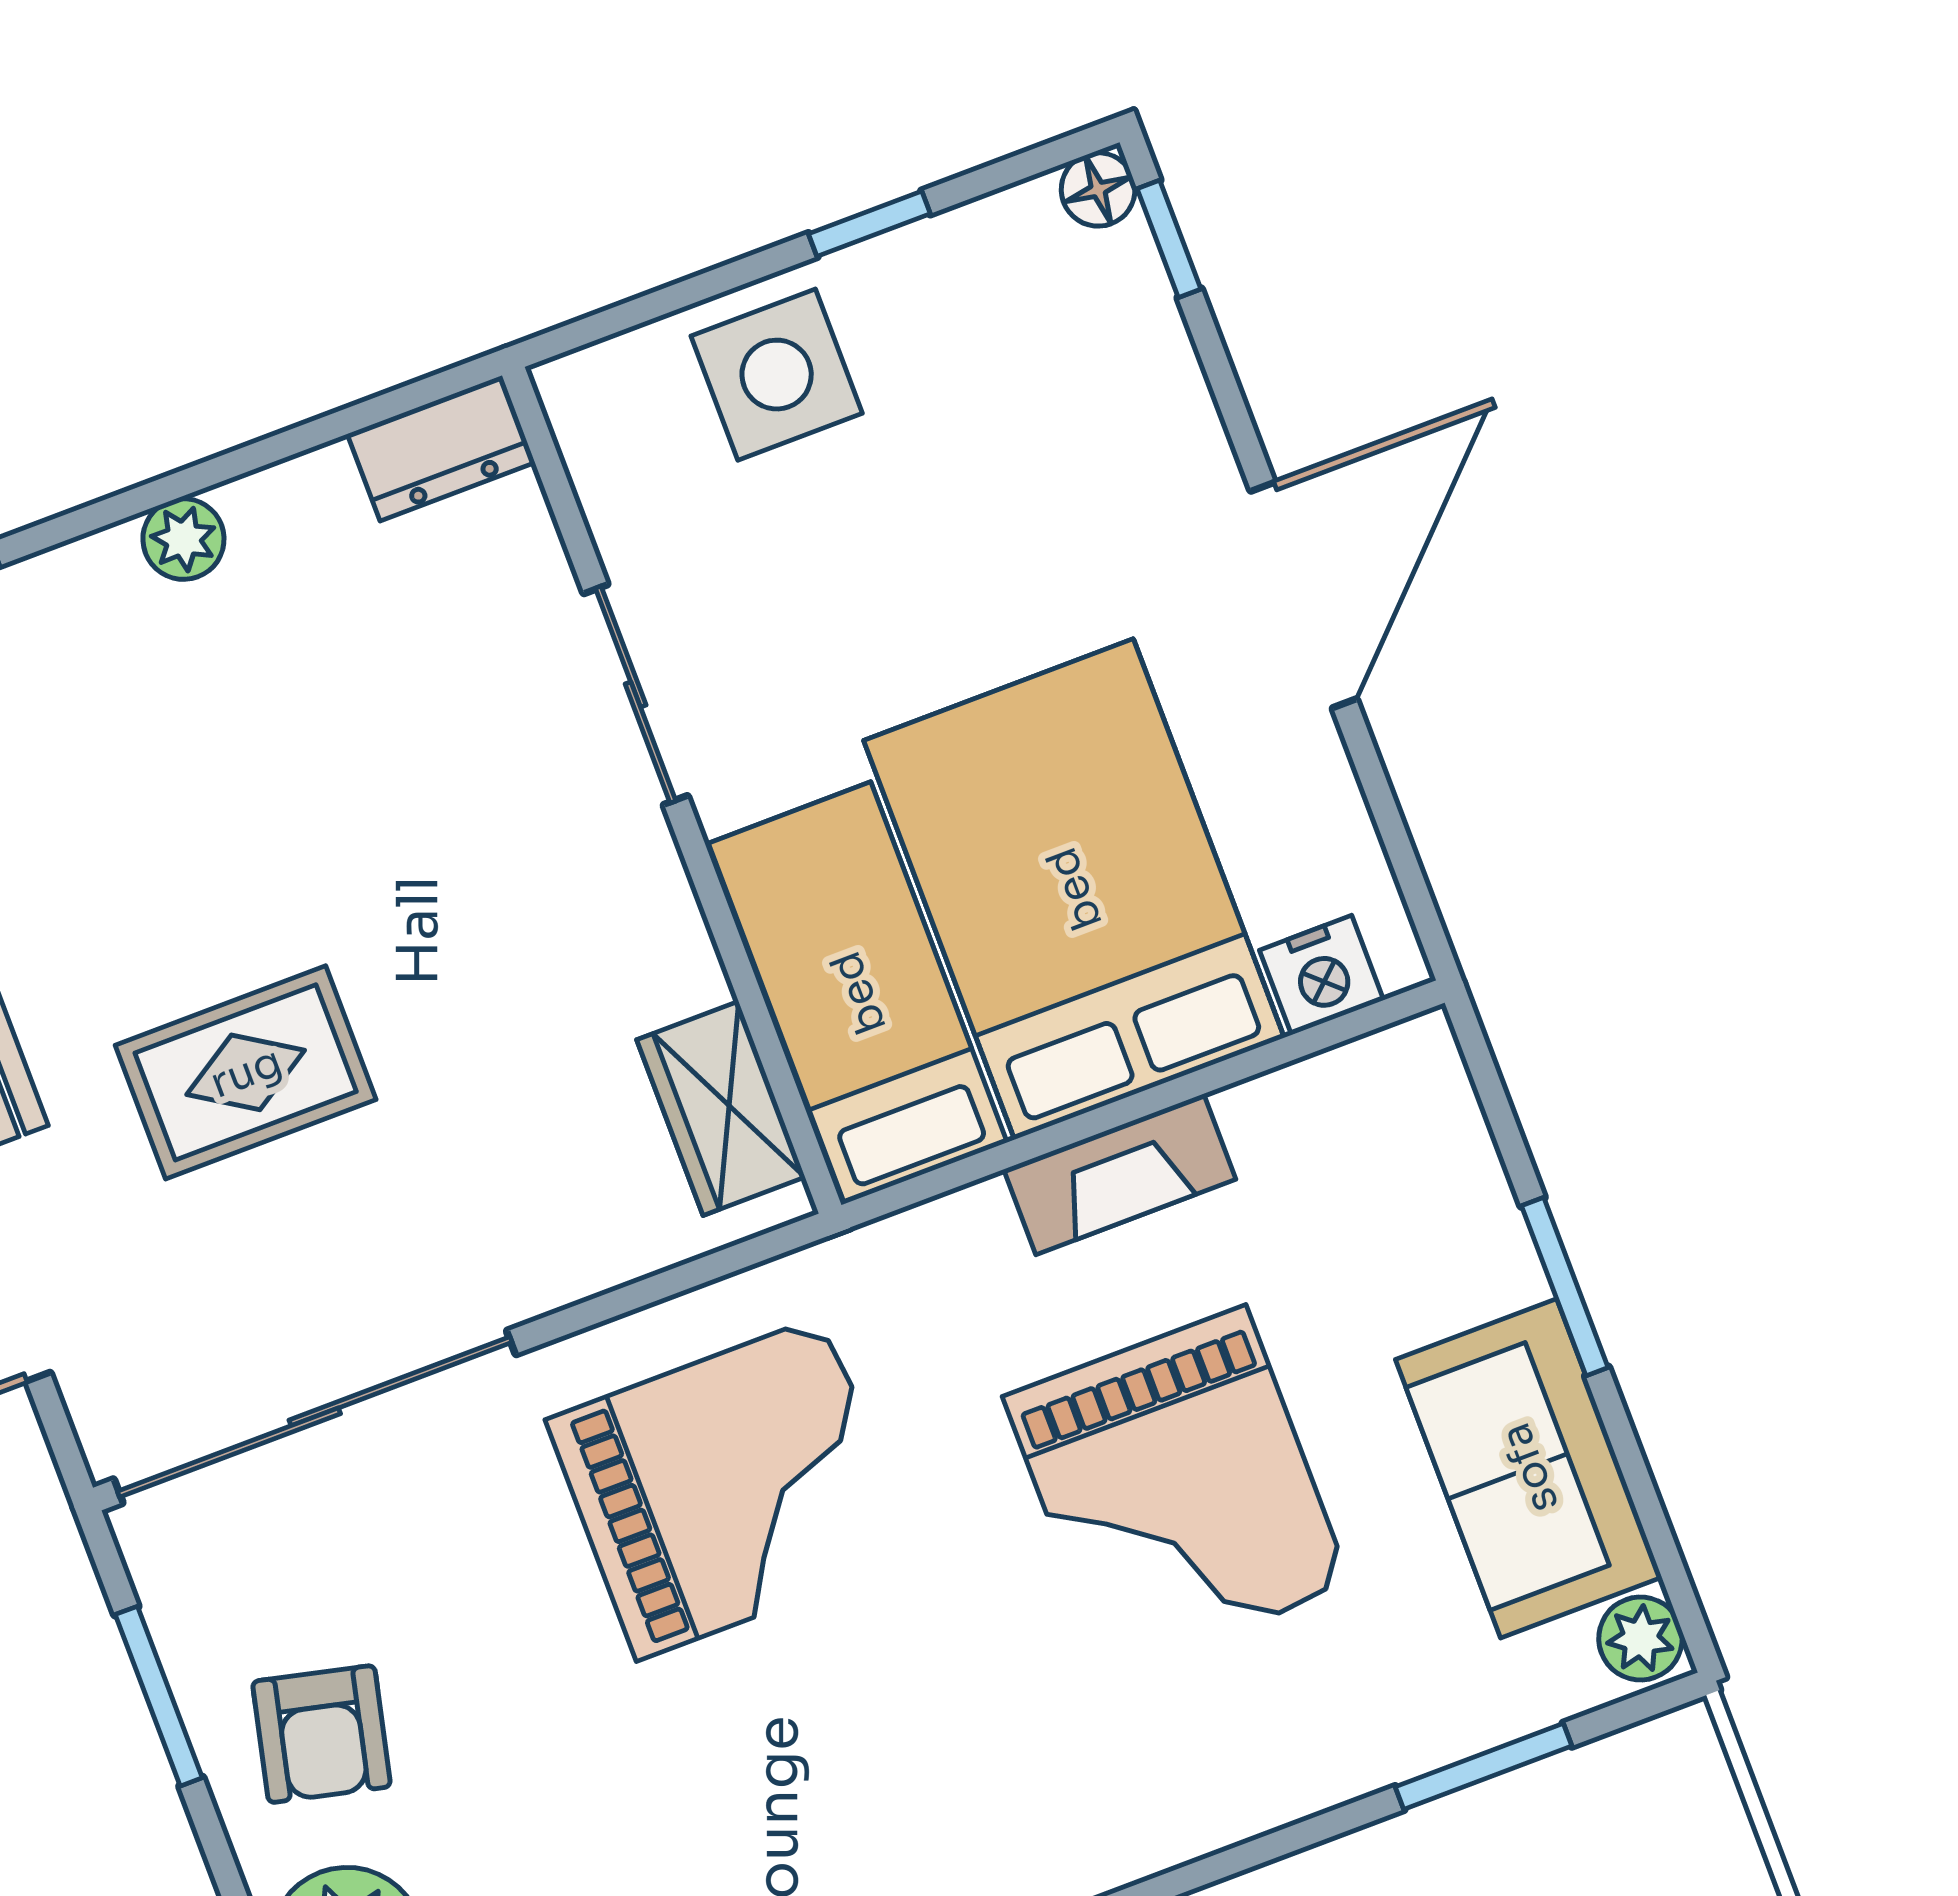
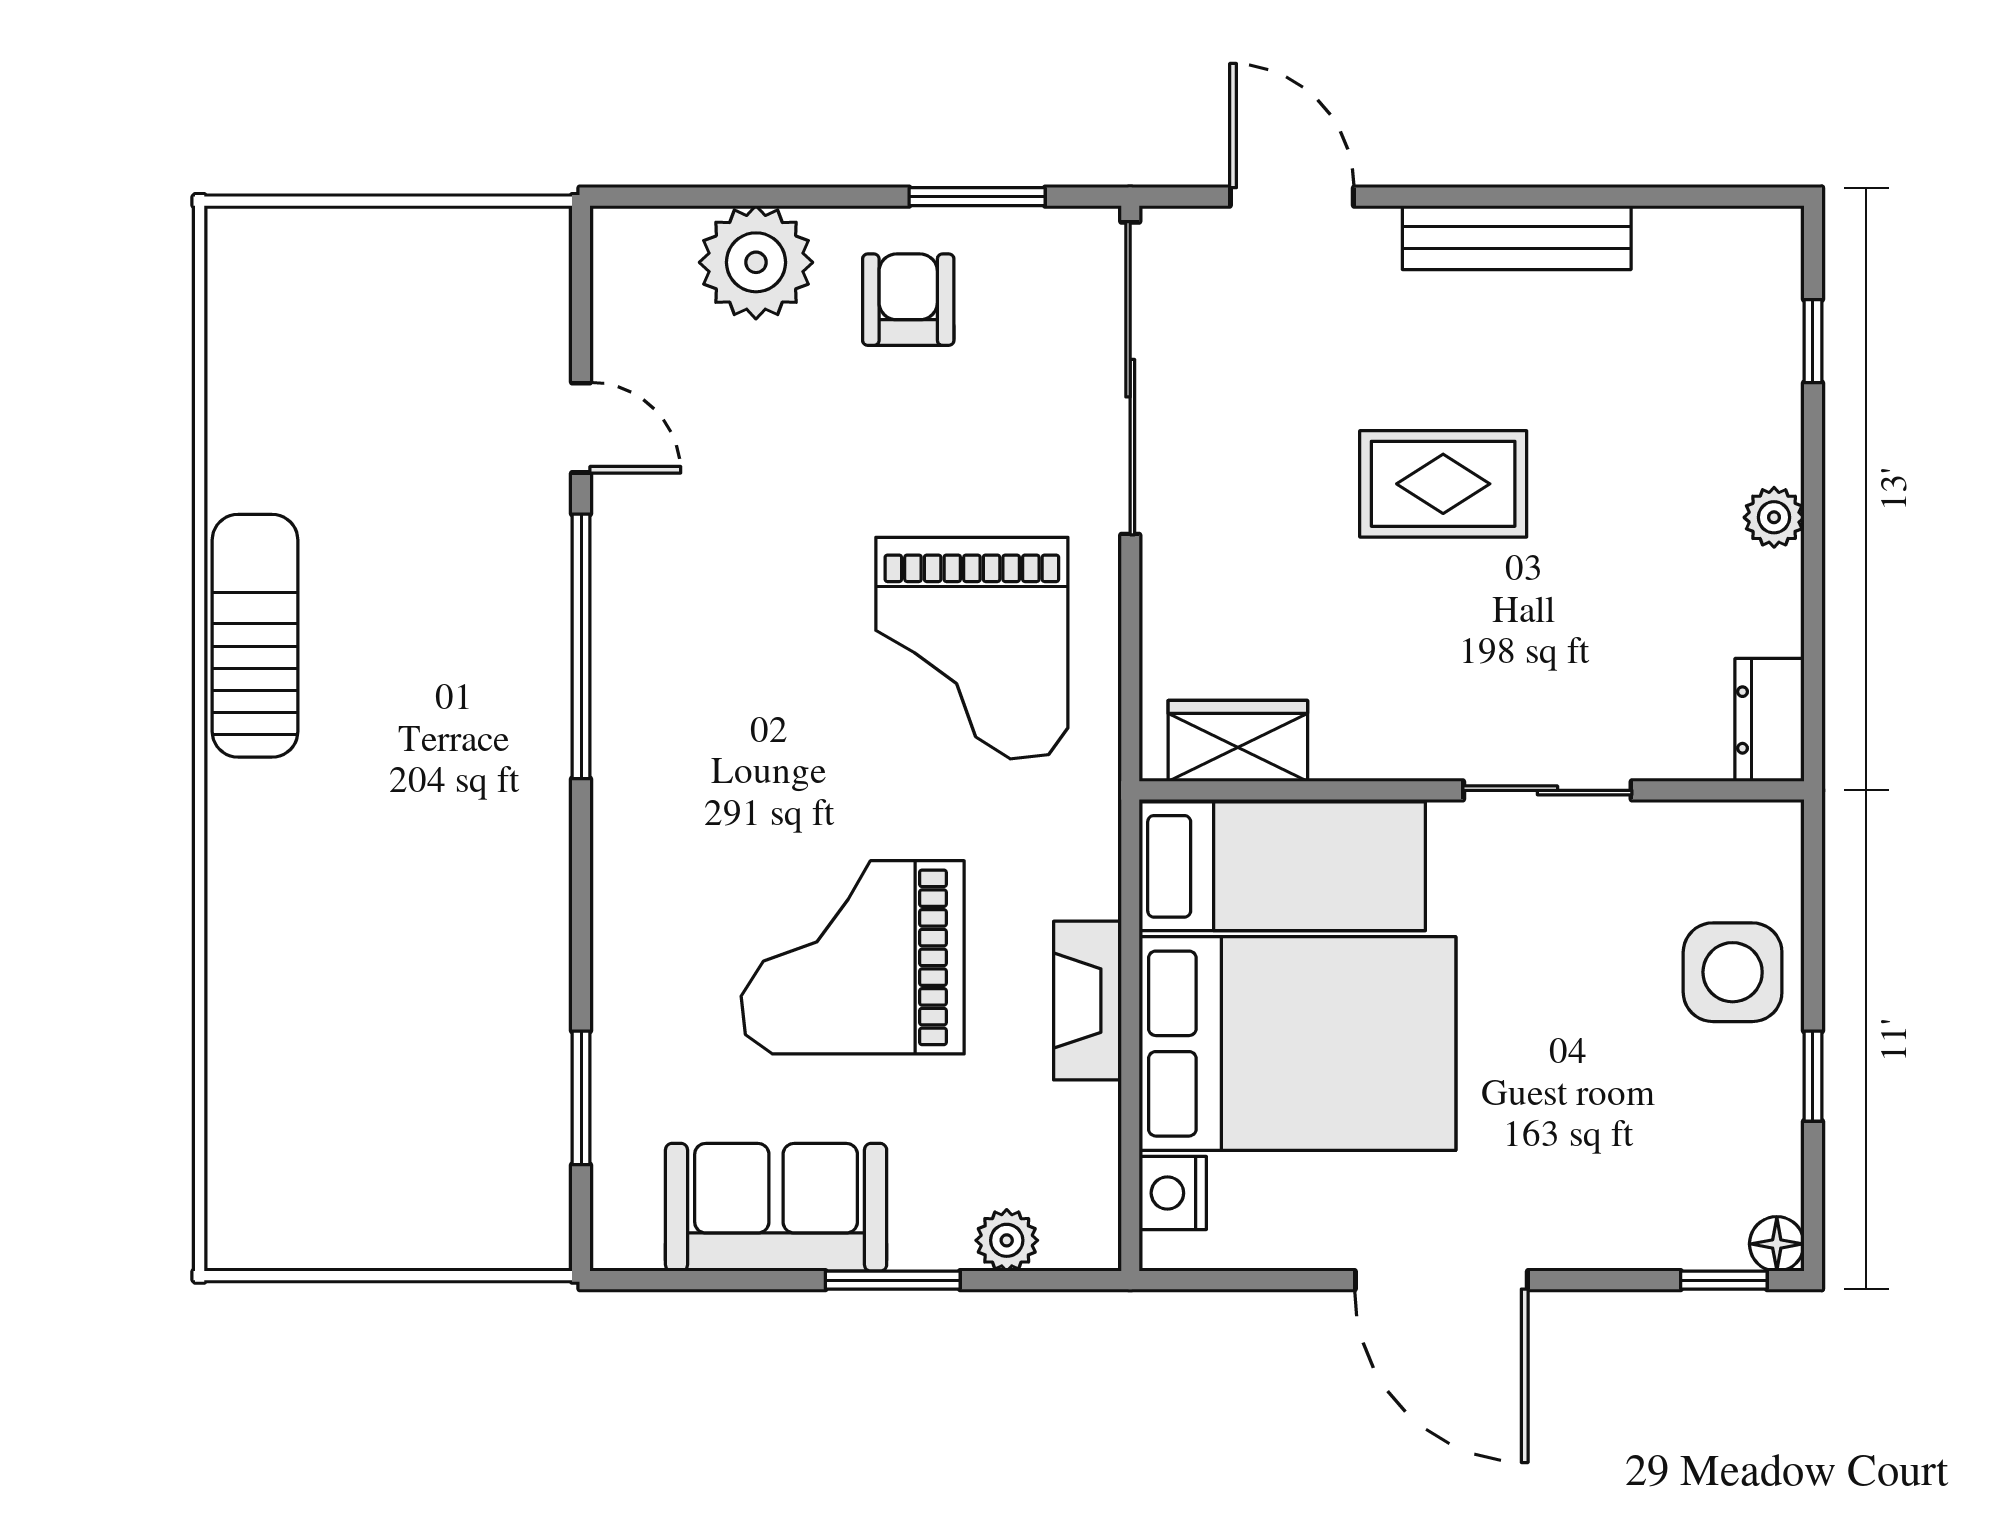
rug: (246, 1072) -> (1443, 484), moved, turned 90
plant: (1640, 1638) -> (1007, 1240), moved
armchair: (321, 1734) -> (908, 300), turned 77

